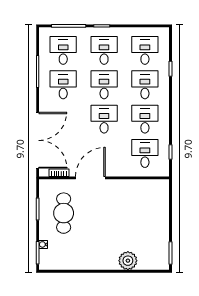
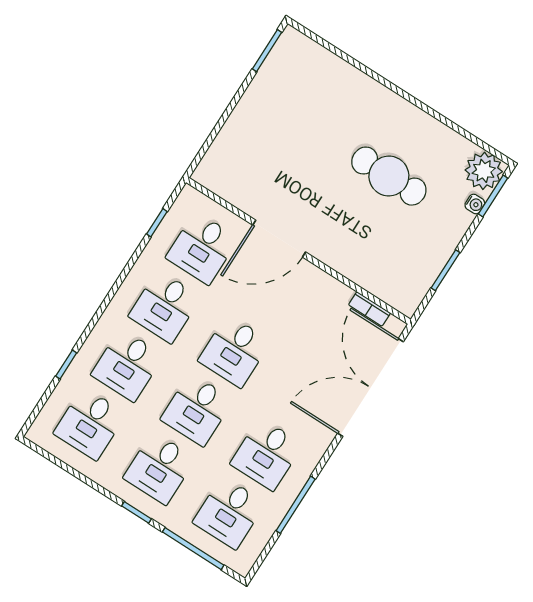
door: (90, 178) -> (279, 239), moved
cafe table: (64, 213) -> (389, 176), moved, turned 90
plant: (128, 261) -> (484, 171), moved

